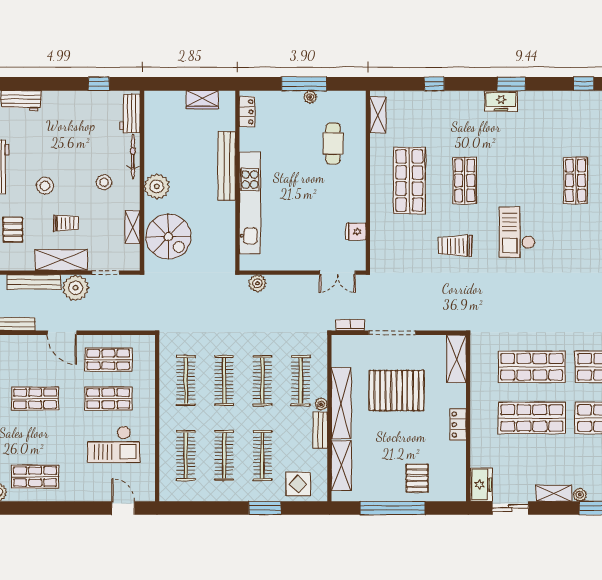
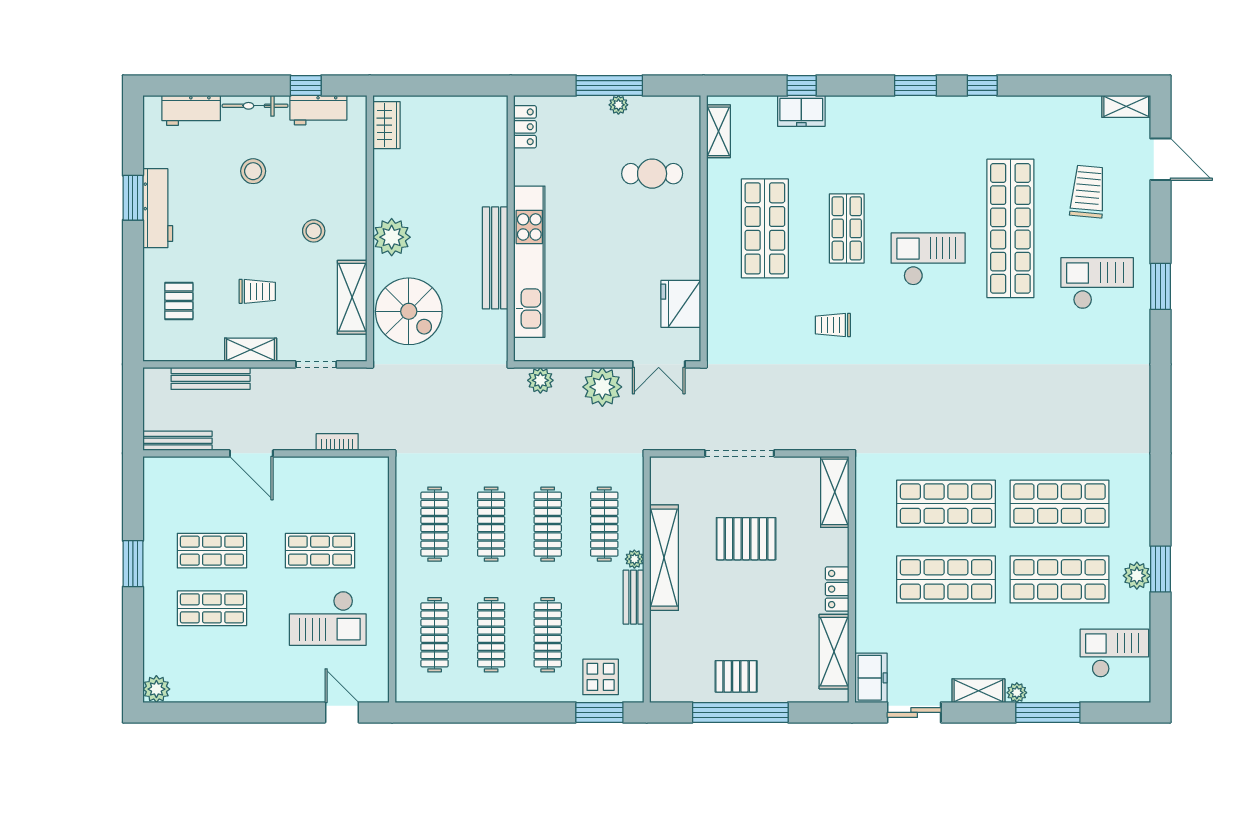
window: (584, 84) -> (982, 85), moved
wardrobe: (202, 100) -> (386, 125), moved, turned -90
freezer: (501, 101) -> (801, 111), moved
workbench: (130, 114) -> (318, 110), moved, turned -90
cafe table: (333, 143) -> (652, 174), turned 90
bicycle: (133, 156) -> (255, 106), moved, turned -90
bench: (227, 166) -> (495, 258), moved
shop shelf: (575, 181) -> (1010, 228), width x2.00, depth x1.36
stool: (45, 186) -> (253, 171), moved
shelving: (133, 227) -> (352, 297), width x1.50, depth x1.33
fridge: (356, 232) -> (681, 304), width x1.88, depth x1.34
checkout: (517, 232) -> (928, 259), moved, turned 90
trolley: (455, 246) -> (833, 325), width x0.73, depth x0.72
shelving: (61, 260) -> (251, 350), width x0.67, depth x0.75
plant: (76, 288) -> (602, 387), moved
bookcase: (350, 325) -> (337, 442), moved
shop shelf: (108, 360) -> (320, 493), removed
pallet: (397, 390) -> (746, 539), width x0.73, depth x0.71
shelving: (341, 466) -> (834, 652), moved
shop shelf: (35, 477) -> (212, 608), moved
pallet: (417, 478) -> (736, 676), moved, turned 90
window: (265, 508) -> (599, 712), moved

